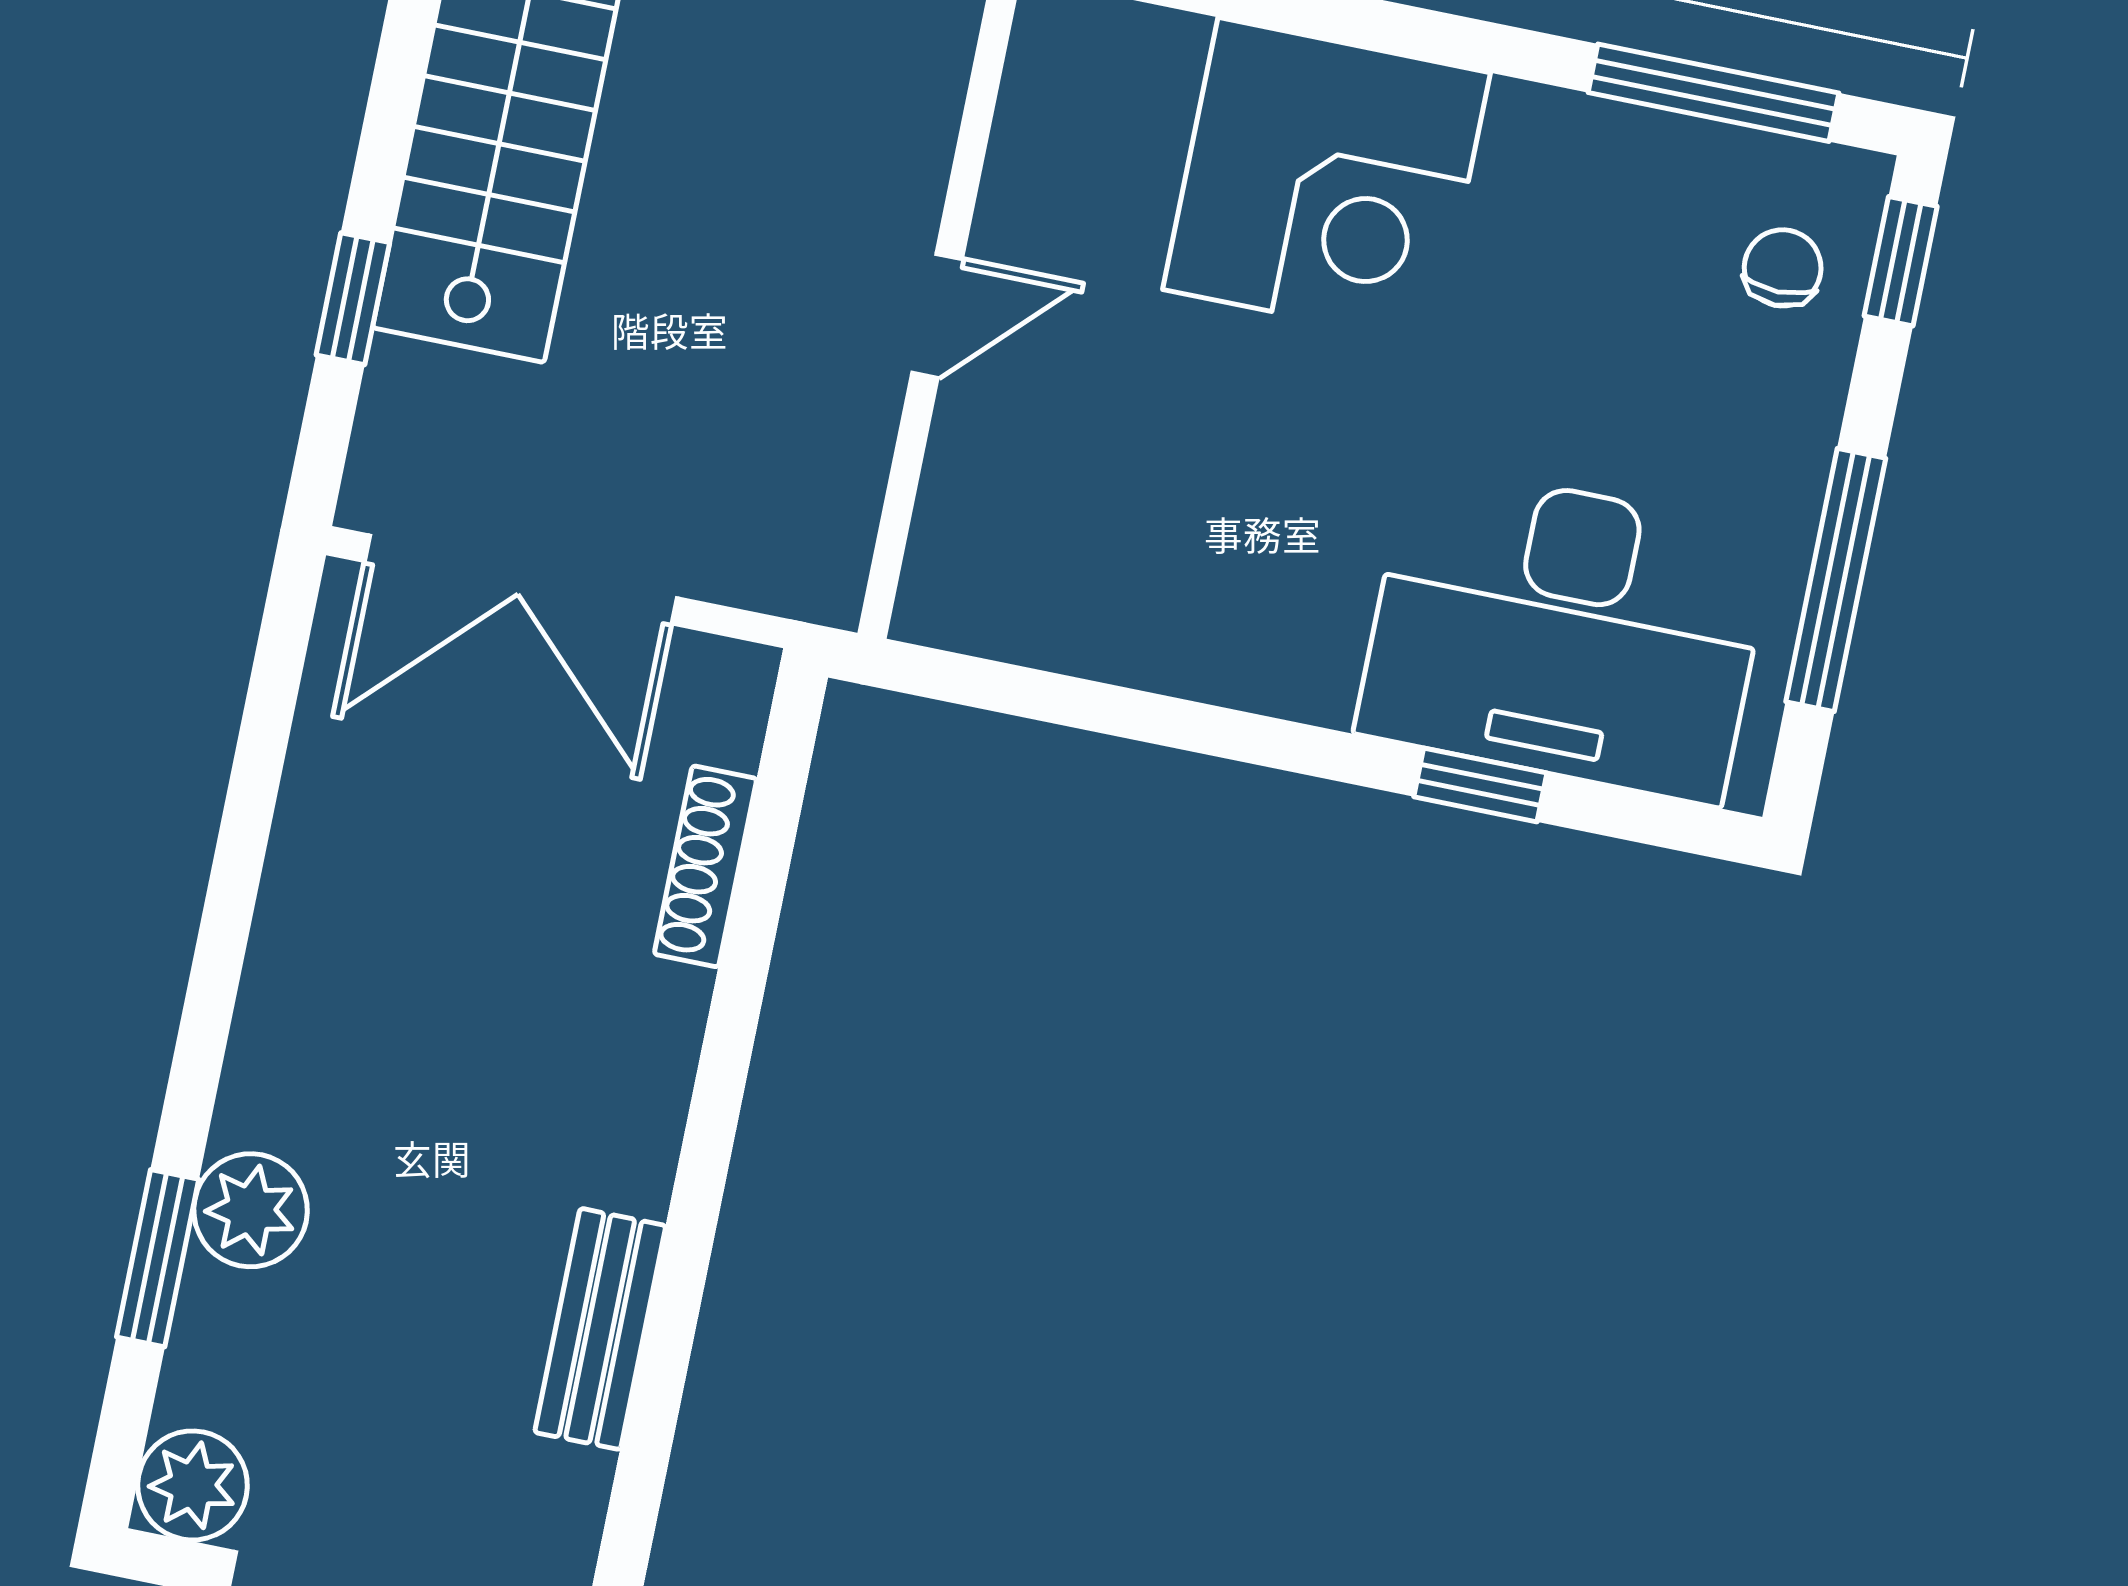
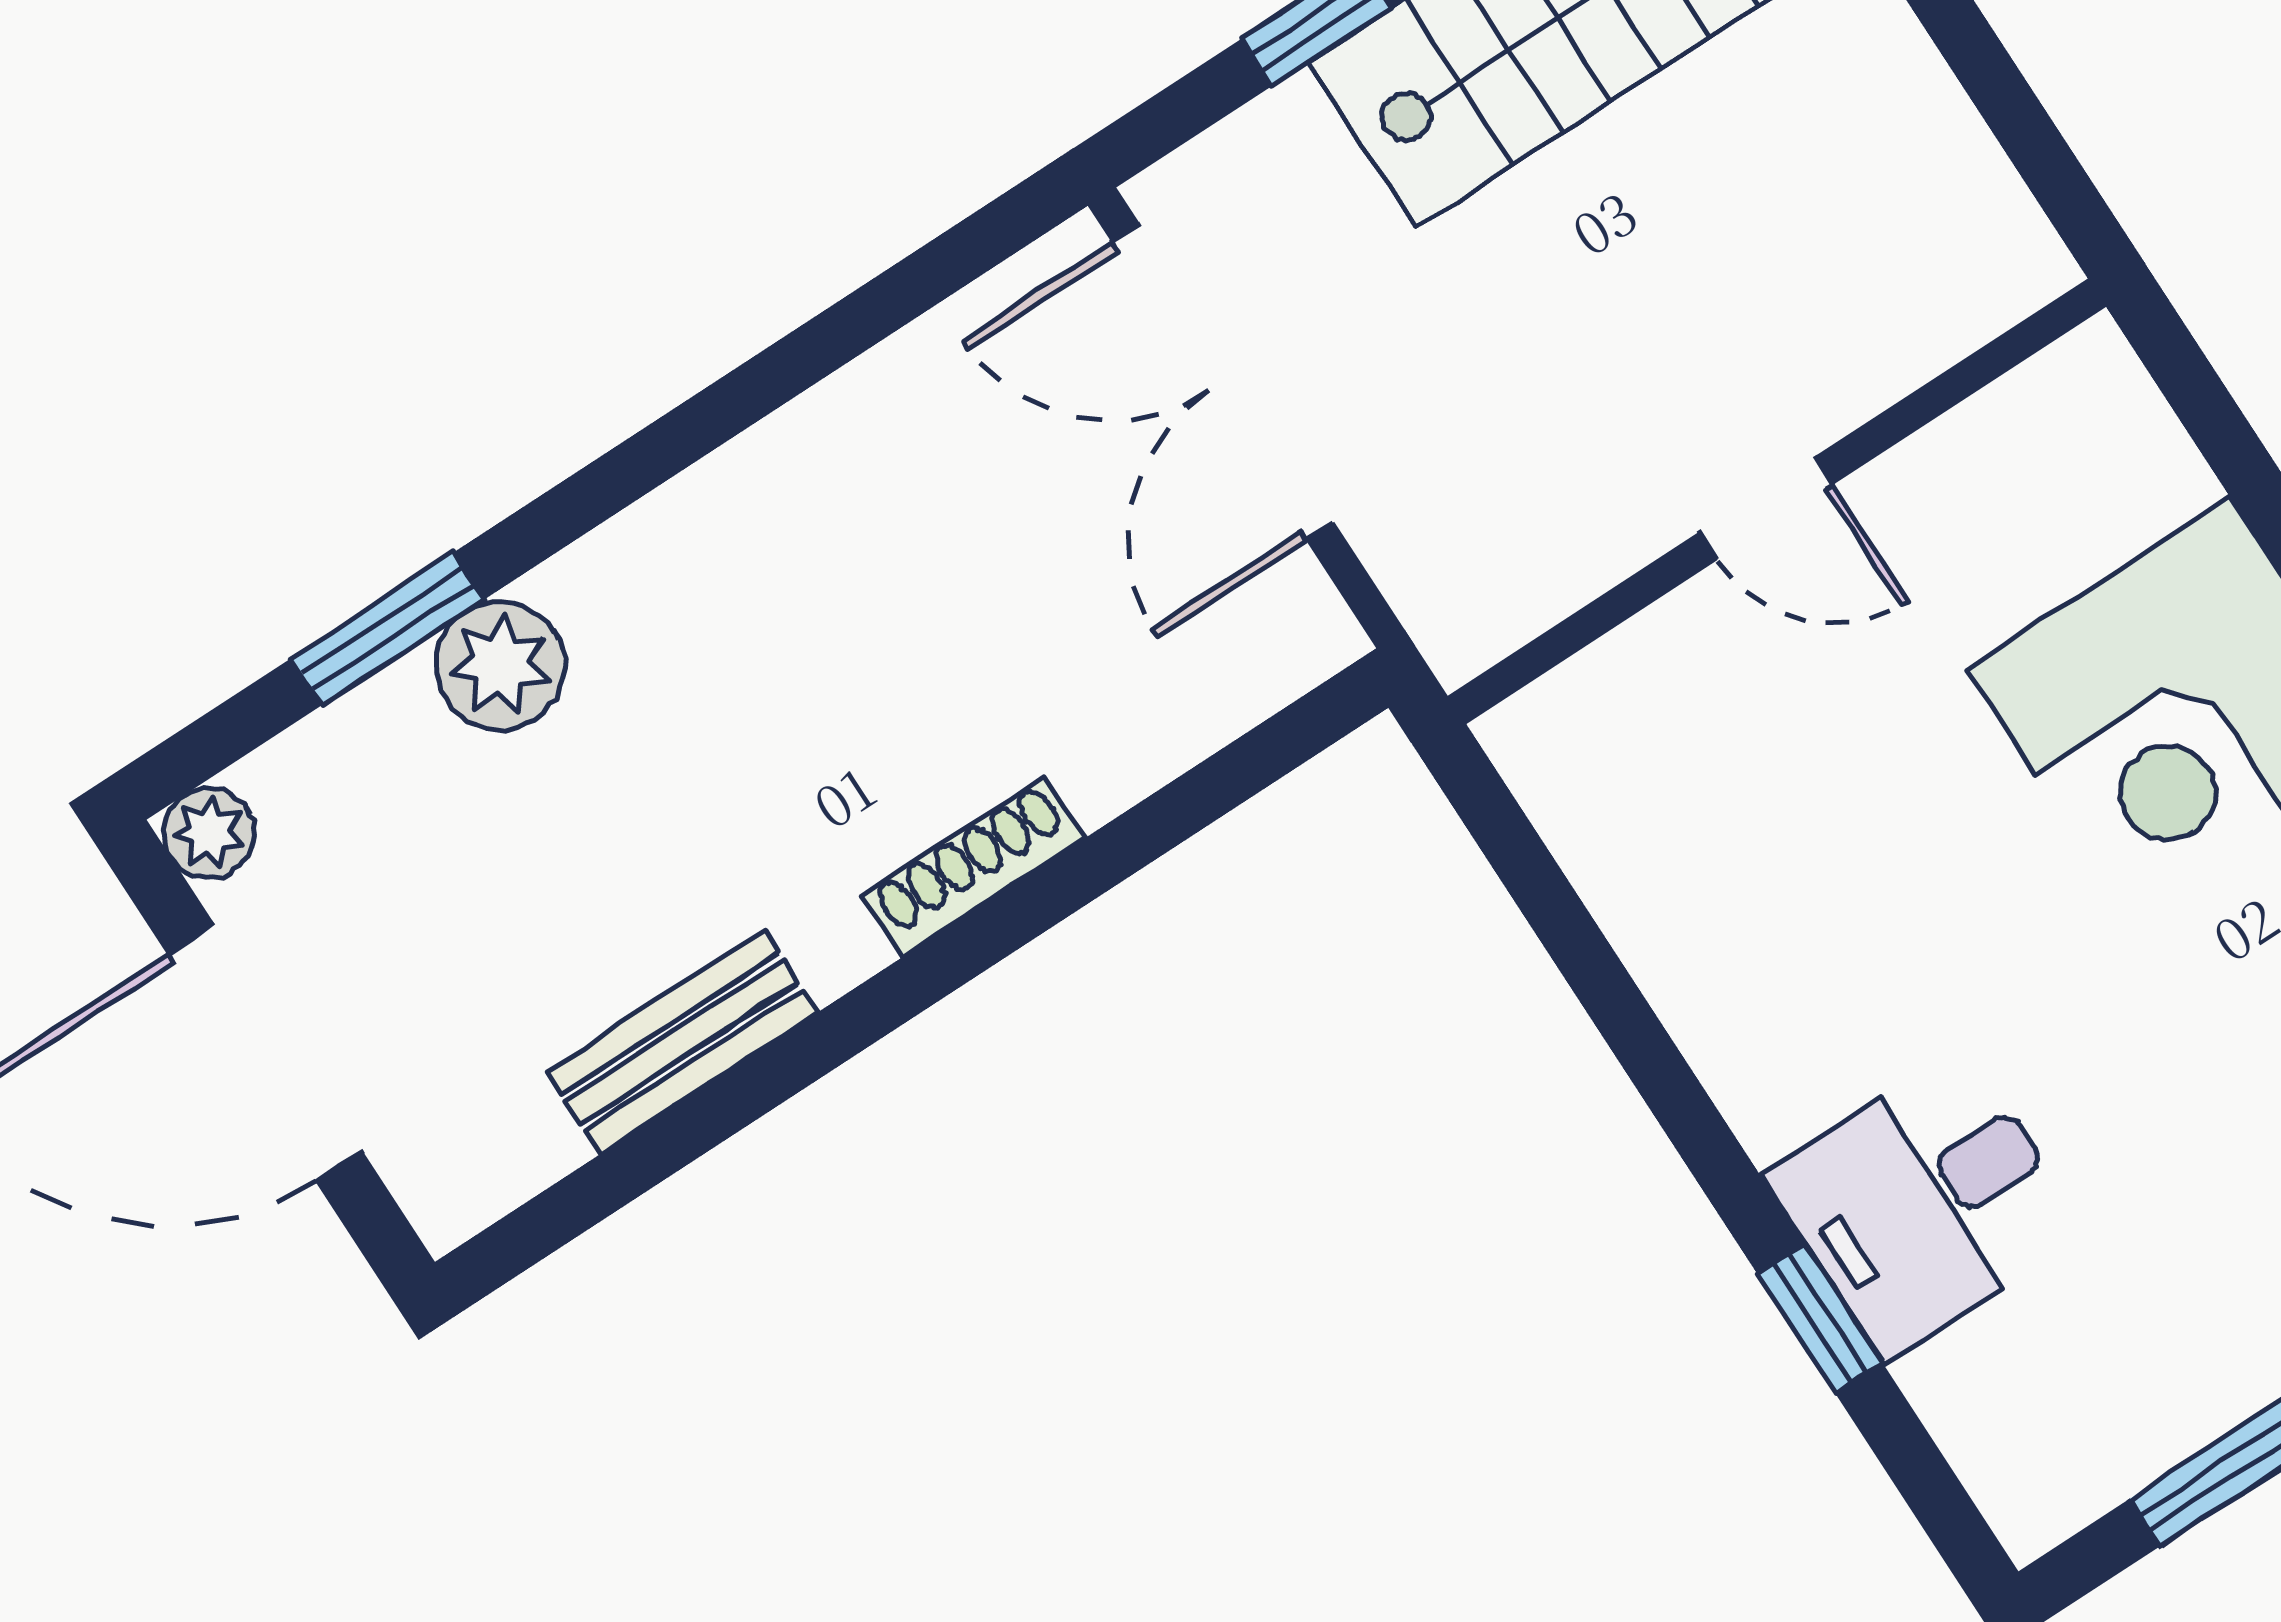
desk: (1565, 633) -> (1925, 1203), width x0.53, depth x0.77
shoe rack: (705, 866) -> (974, 867), moved
plant: (193, 1485) -> (209, 833), width x0.73, depth x0.73

